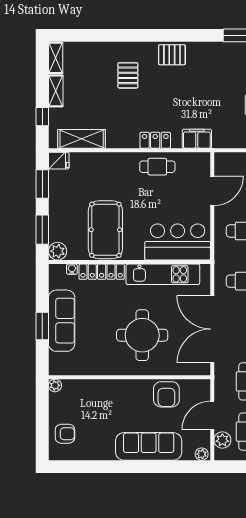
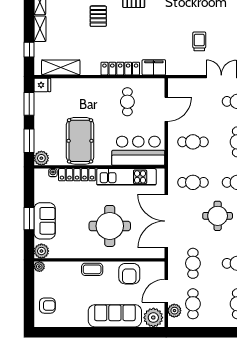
locker: (155, 140) -> (120, 69), width x1.53
cafe table: (157, 167) -> (127, 102), moved, turned 90
sofa: (62, 321) -> (45, 221), width x0.73
plant: (58, 366) -> (41, 251), added
coffee table: (120, 389) -> (92, 269), added
plant: (202, 454) -> (153, 318), width x1.88, depth x1.88

